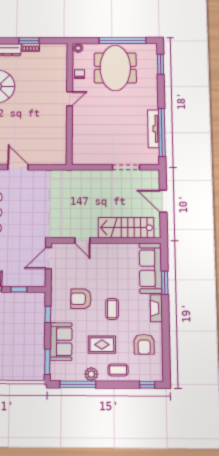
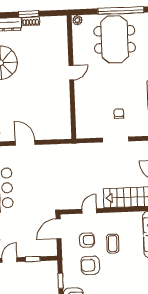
chair: (79, 74) -> (119, 114), moved
doorway: (126, 167) -> (115, 139), moved
door: (82, 240) -> (89, 211), swing flipped
armchair: (78, 271) -> (87, 240), added
coffee table: (112, 309) -> (113, 244), moved

